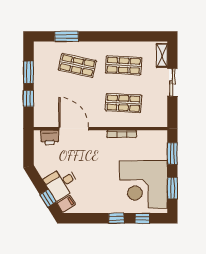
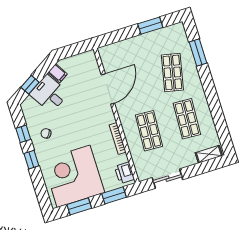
sliding door: (172, 82) -> (167, 179), moved
window: (28, 99) -> (124, 34), removed
printer: (50, 137) -> (124, 173), moved
chair: (97, 197) -> (46, 133), added
filing cabinet: (66, 204) -> (58, 73), moved
window: (142, 218) -> (23, 134), moved

